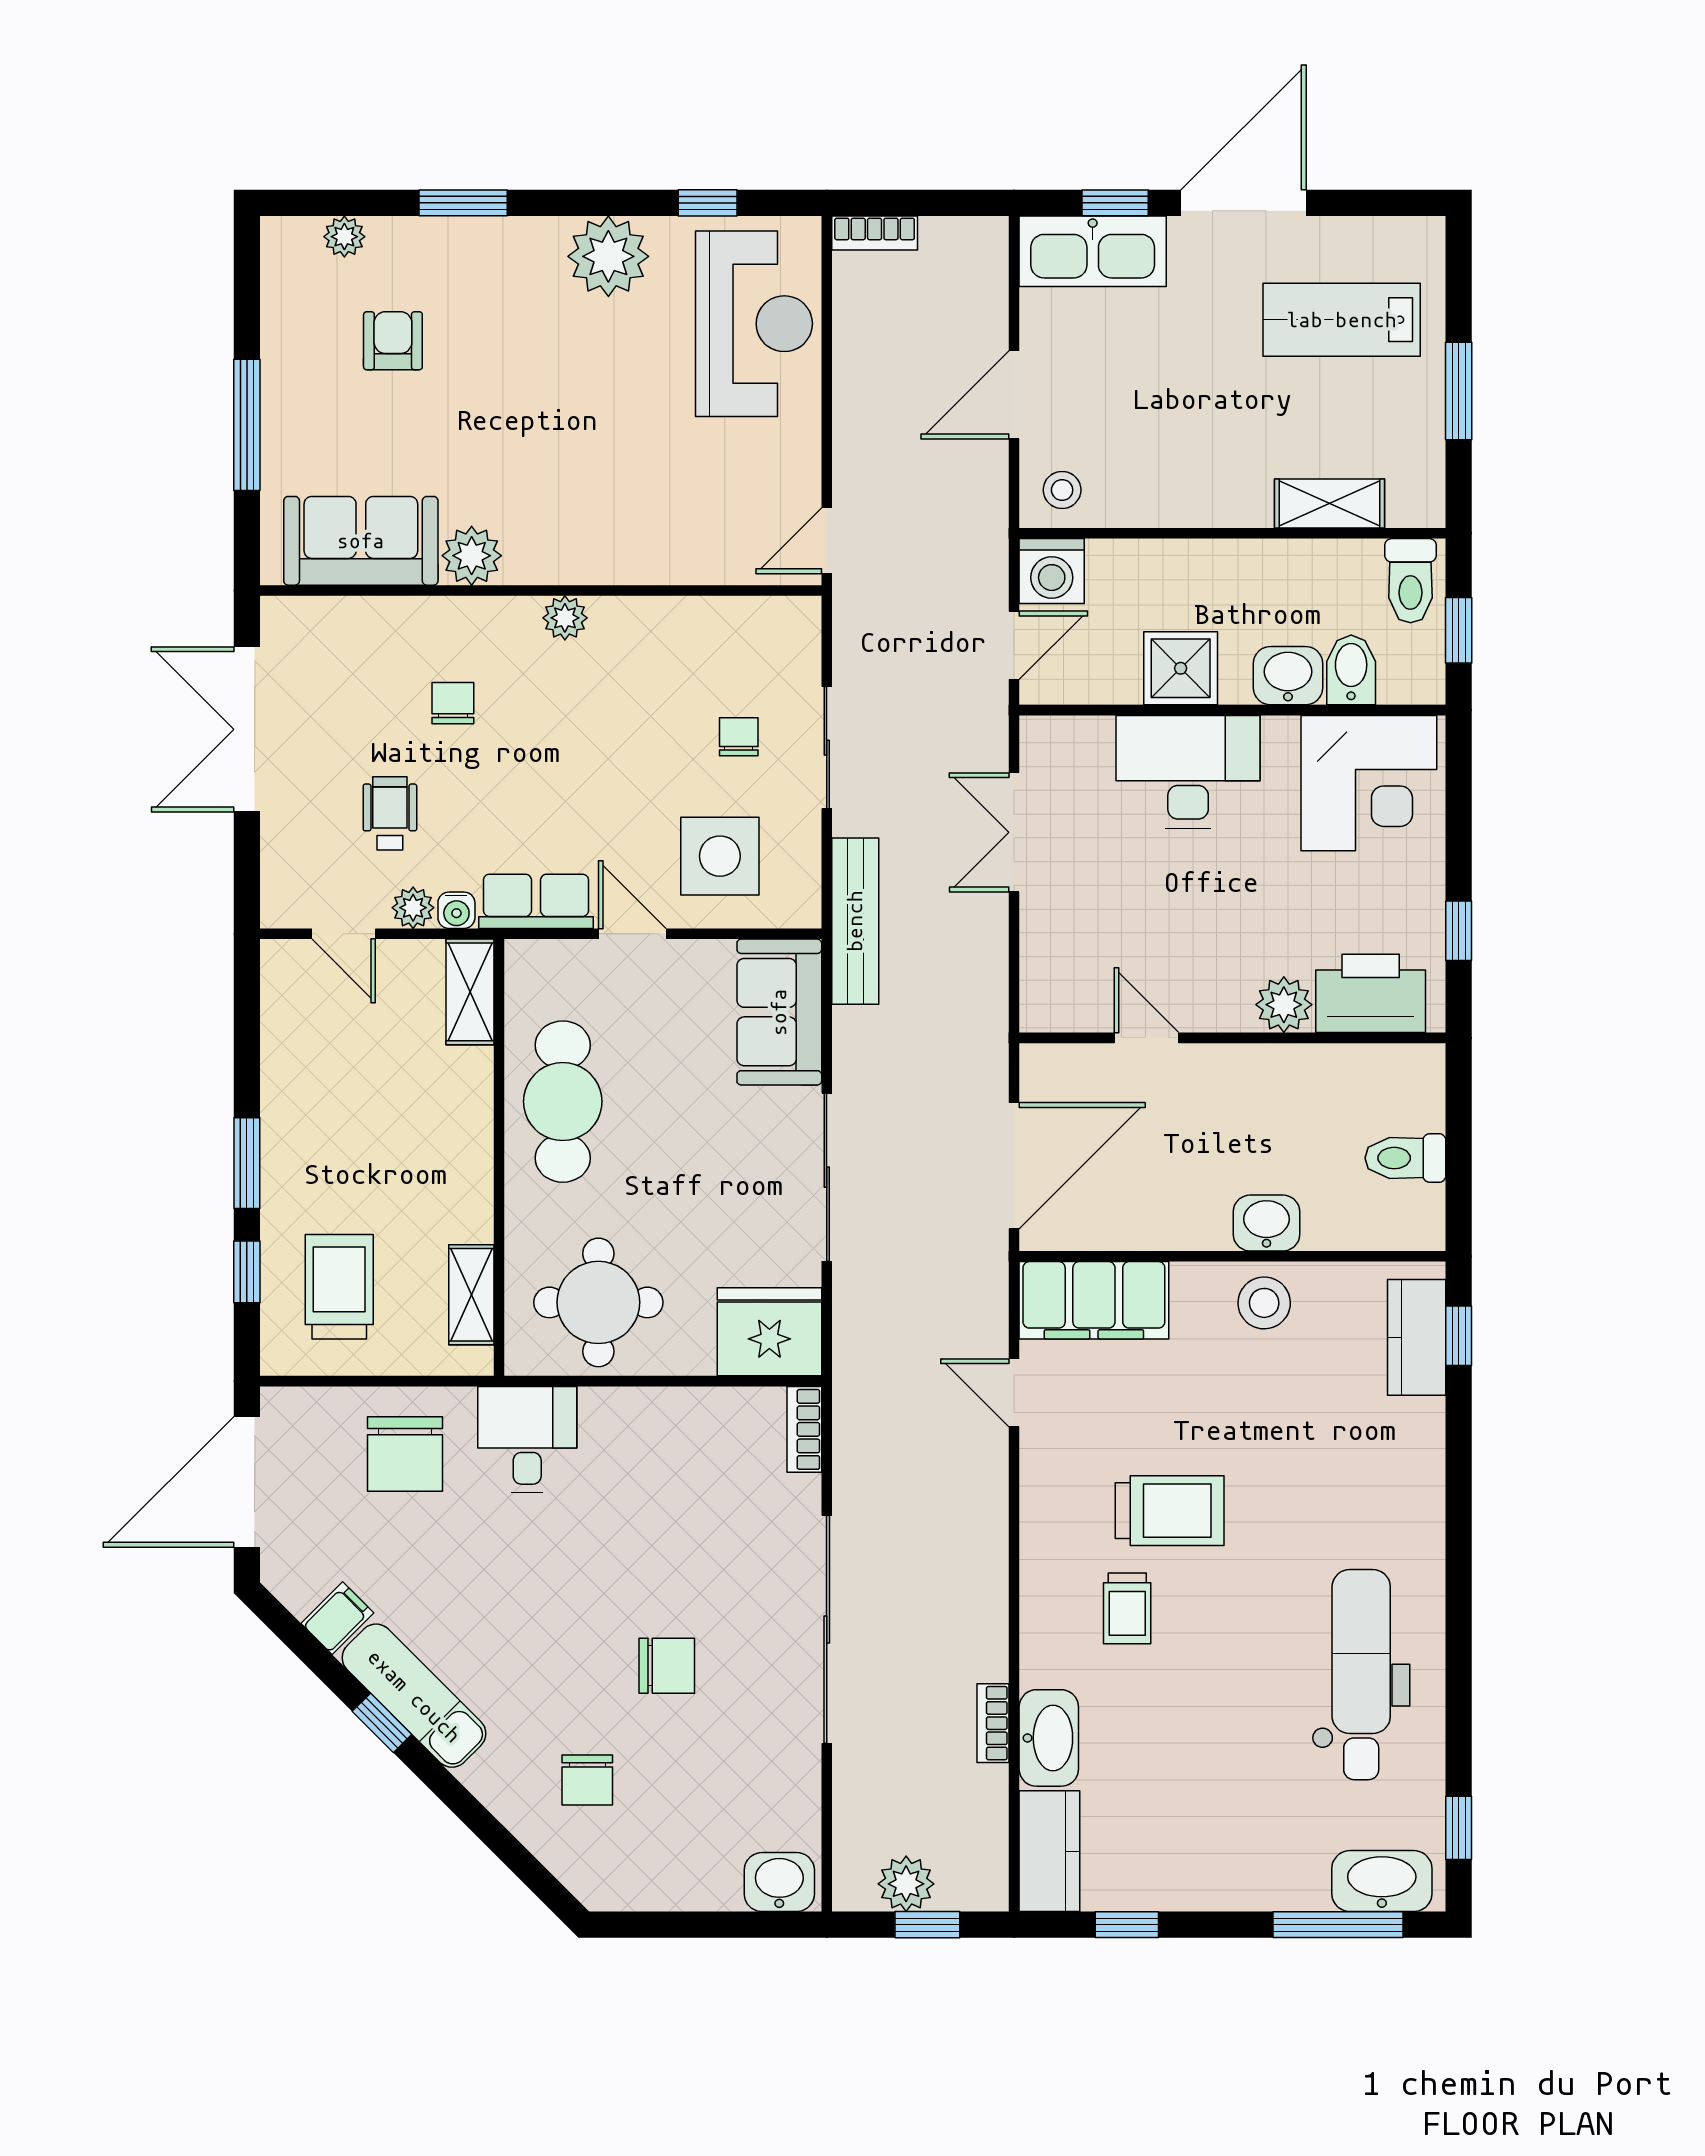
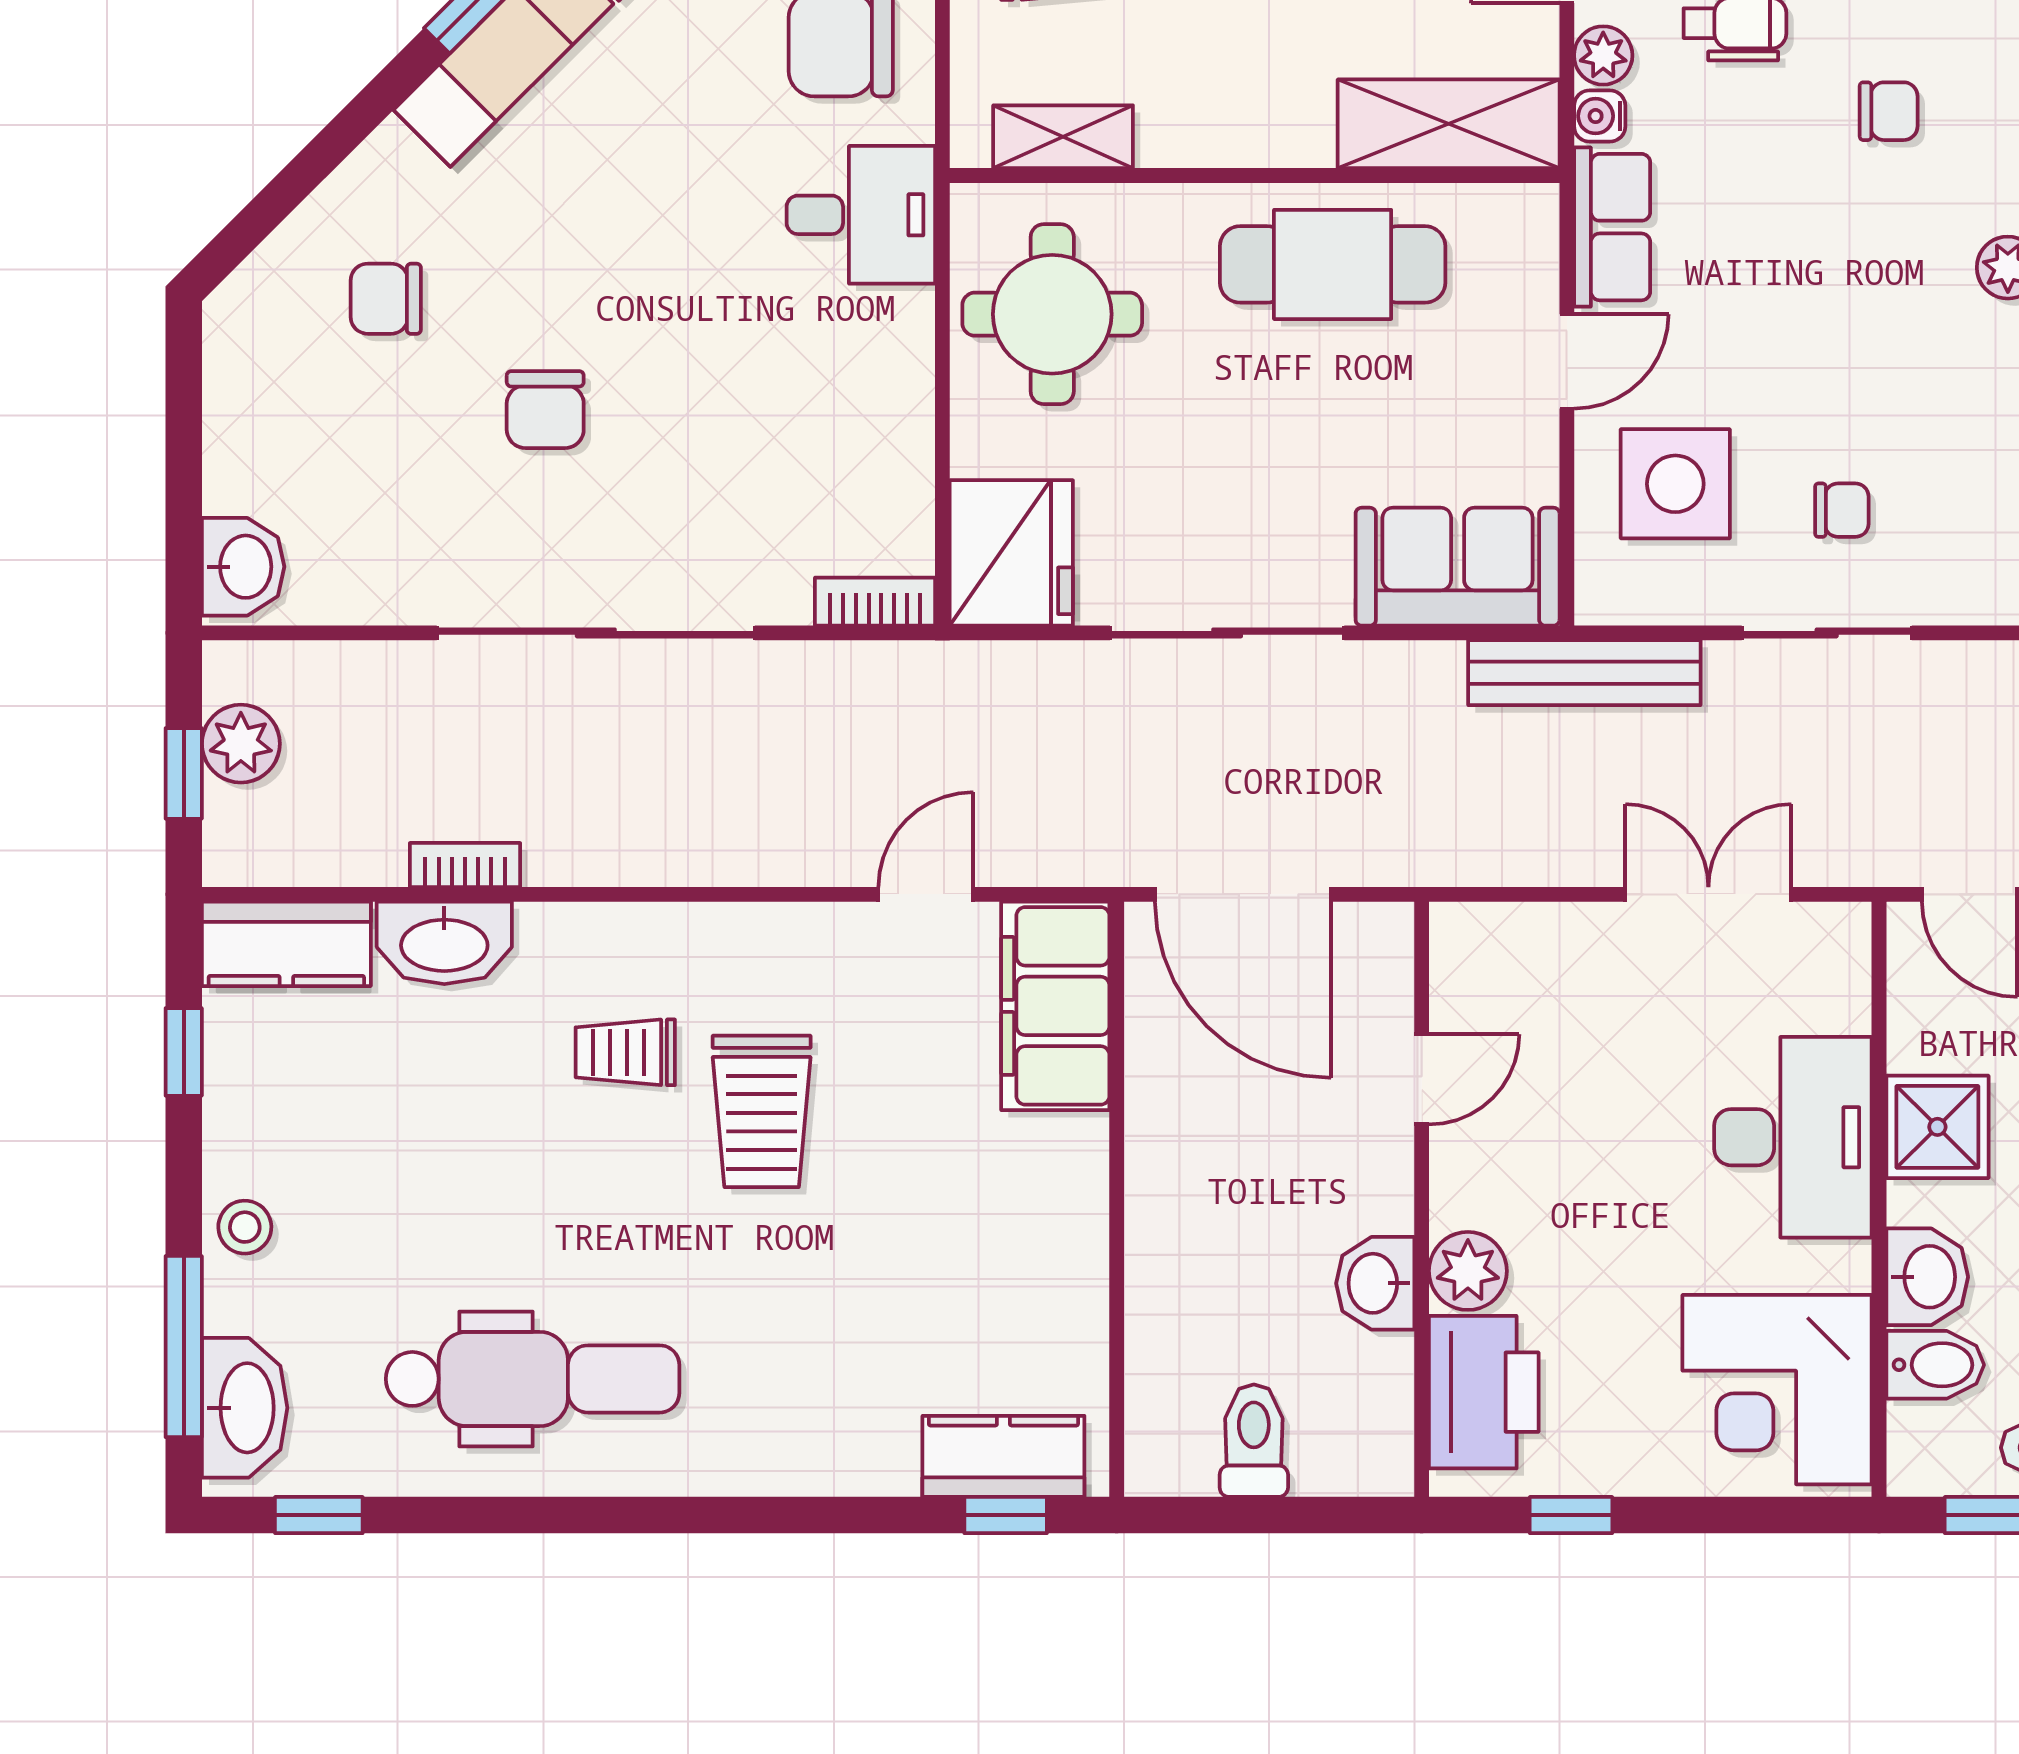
shelving: (470, 992) -> (1449, 124), width x1.50, depth x1.33
washbasin: (1267, 1223) -> (1375, 1283), moved, turned 180
stool: (1264, 1303) -> (245, 1227), moved, width x0.73, depth x0.73

